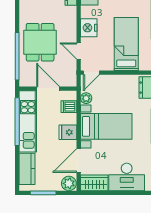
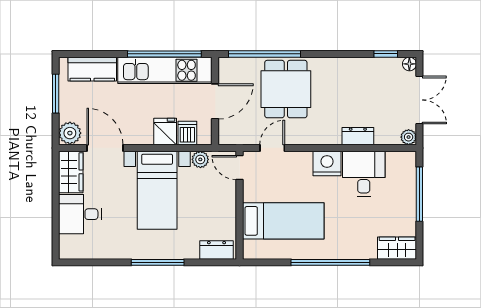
nightstand: (89, 28) -> (327, 163), moved
dining table: (40, 42) -> (286, 89), turned 90
fridge: (68, 132) -> (165, 131), moved
desk: (127, 177) -> (80, 214), width x0.73

